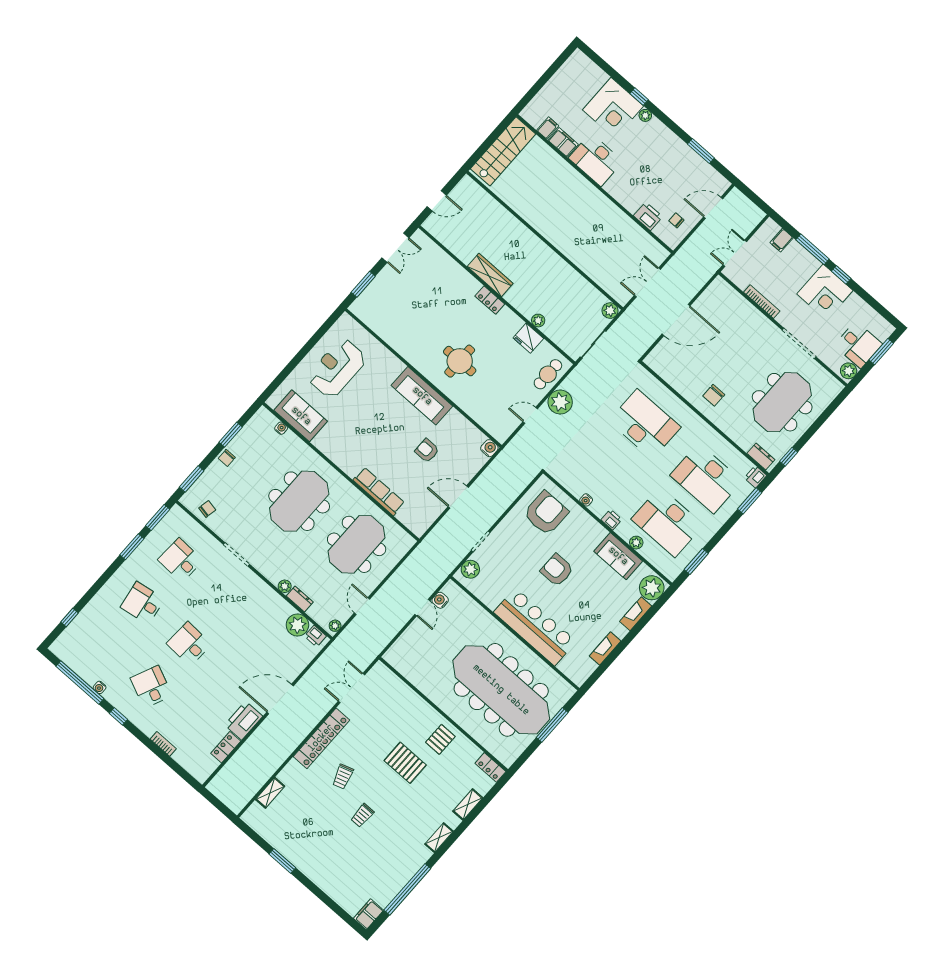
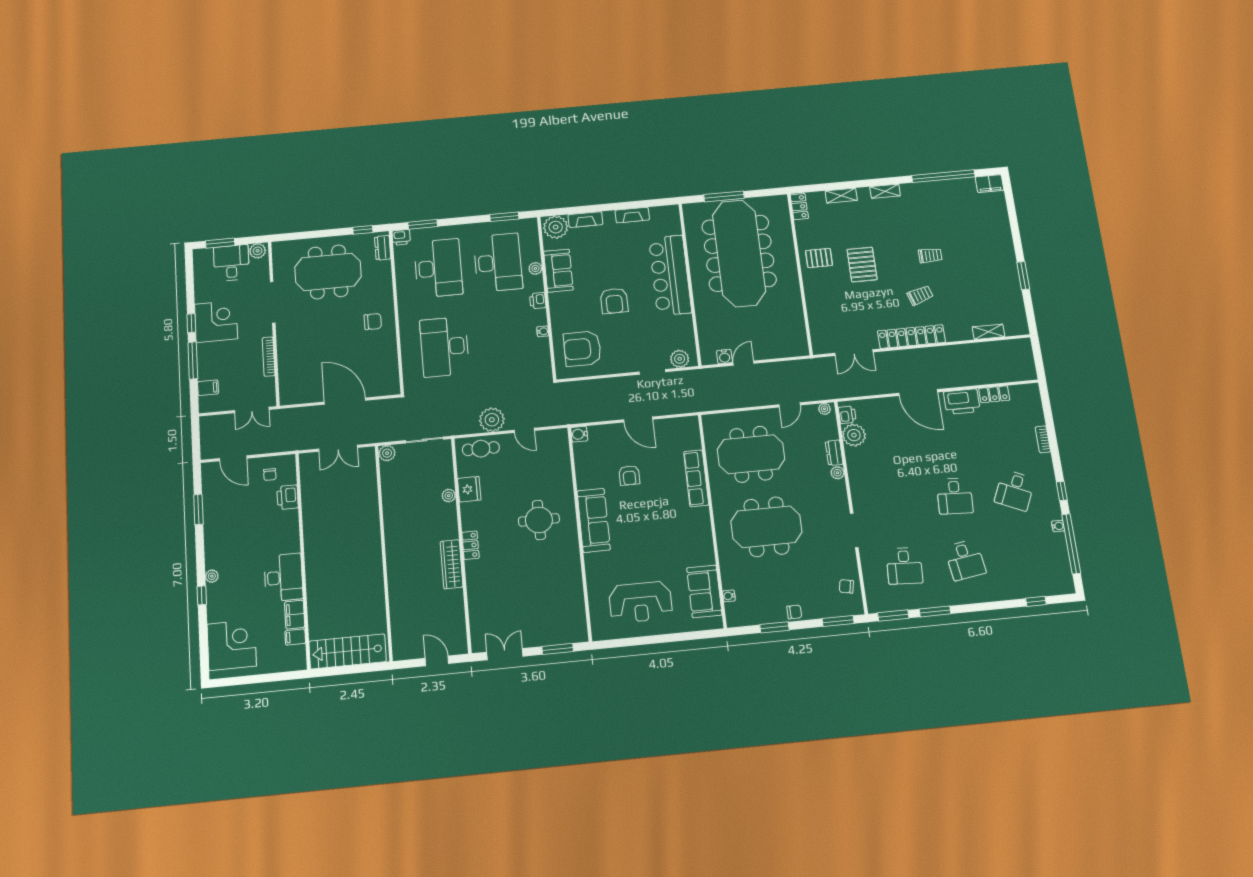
corner desk: (613, 108) -> (232, 645), moved

